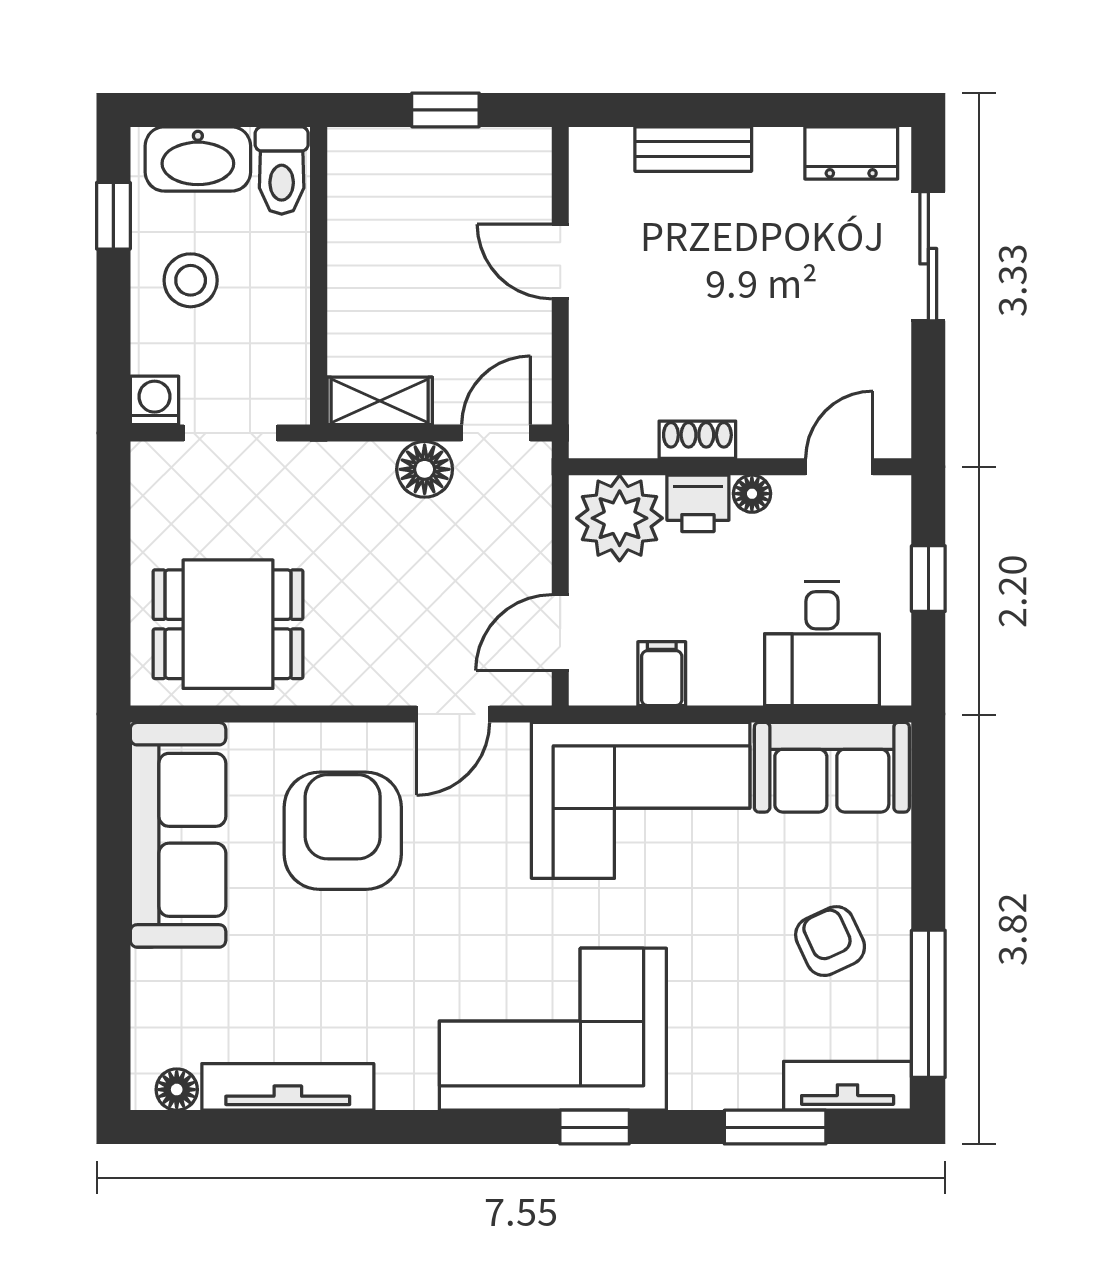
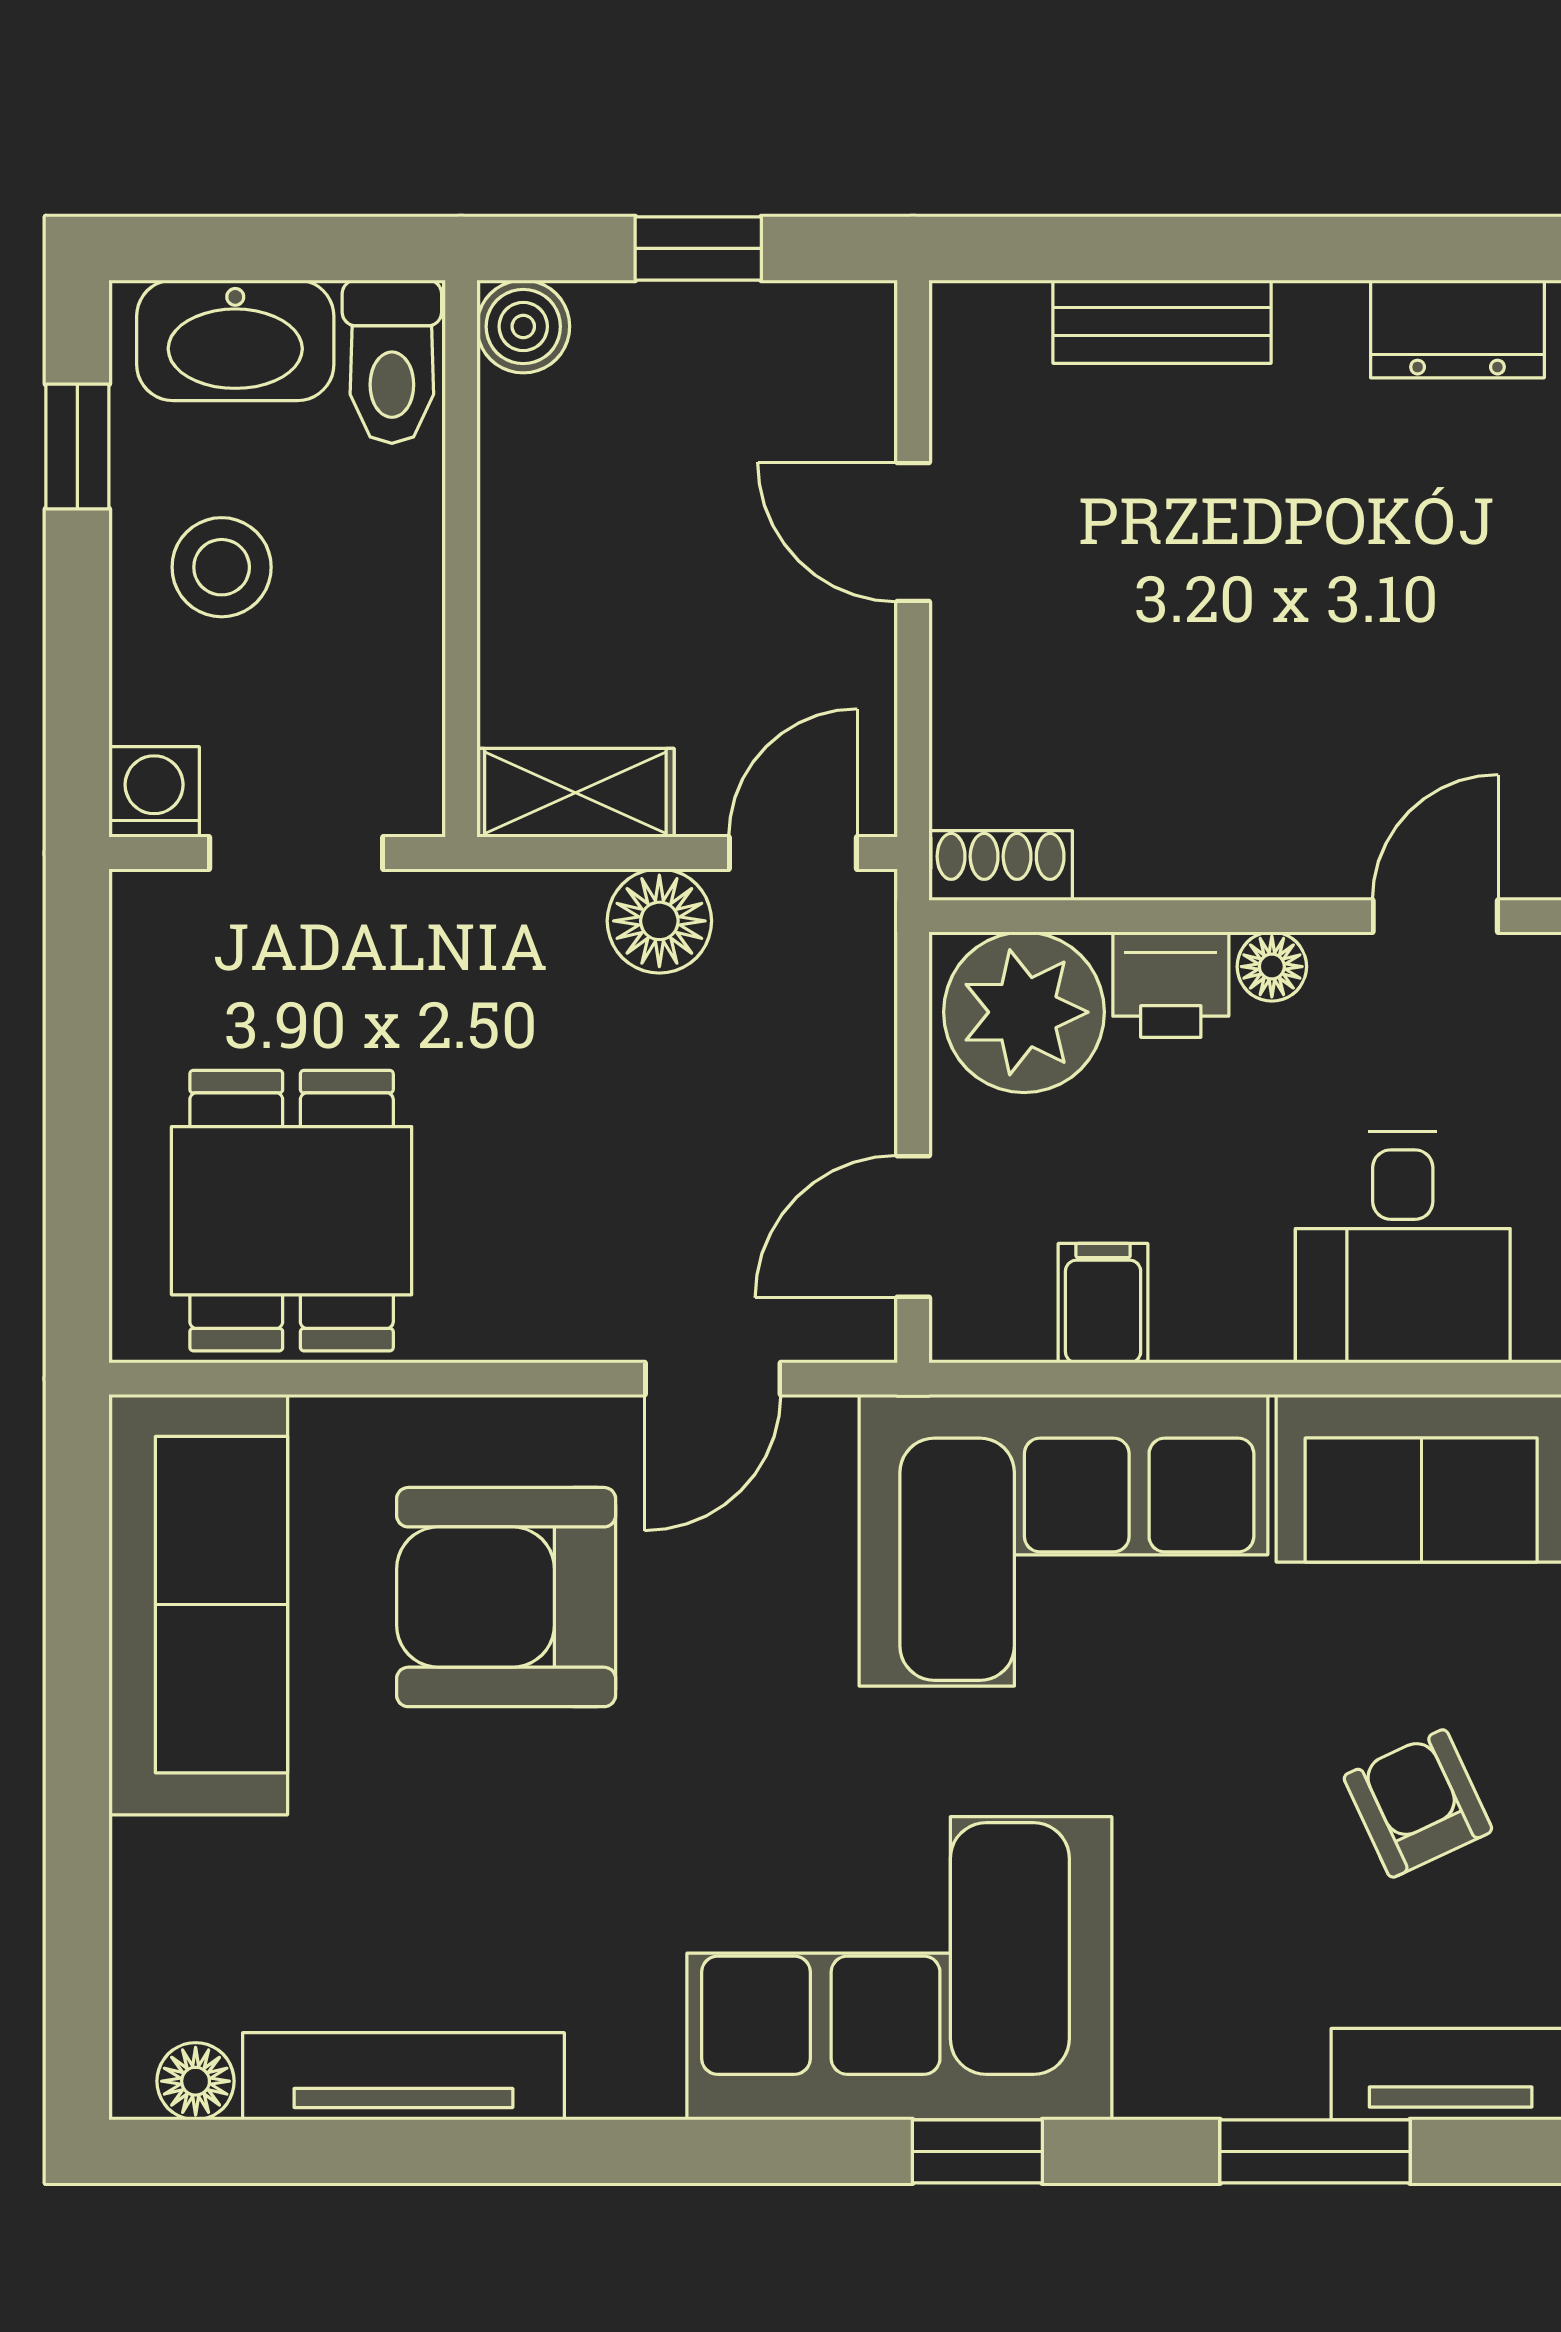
boiler: (352, 152) -> (523, 326), added
shoe rack: (697, 440) -> (1001, 865), moved
dining table: (228, 624) -> (292, 1211), turned 90
armchair: (343, 831) -> (506, 1597), turned -90

